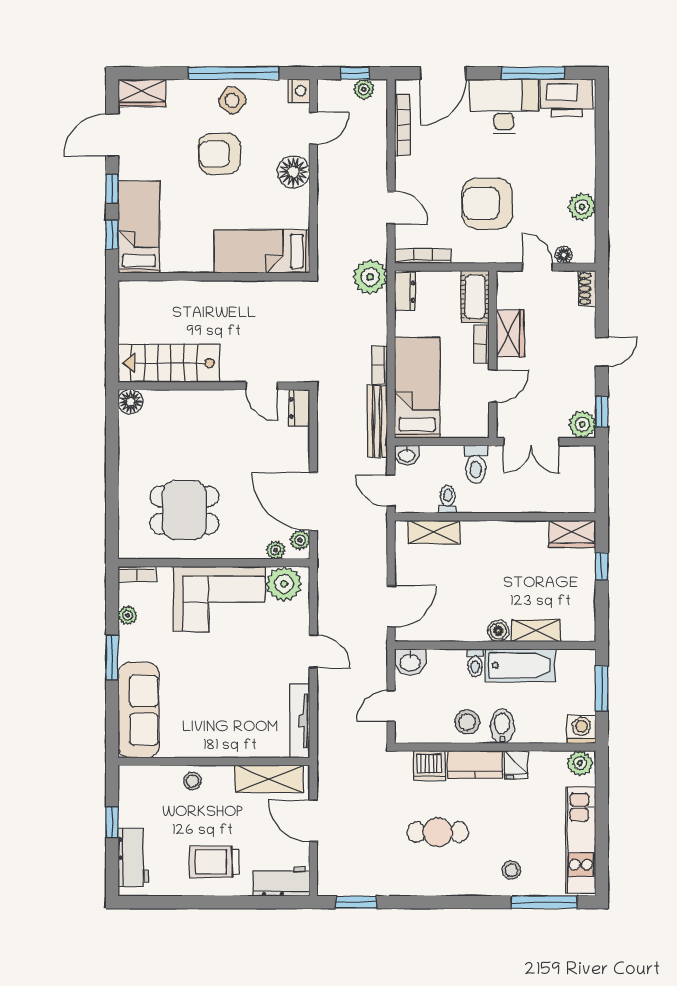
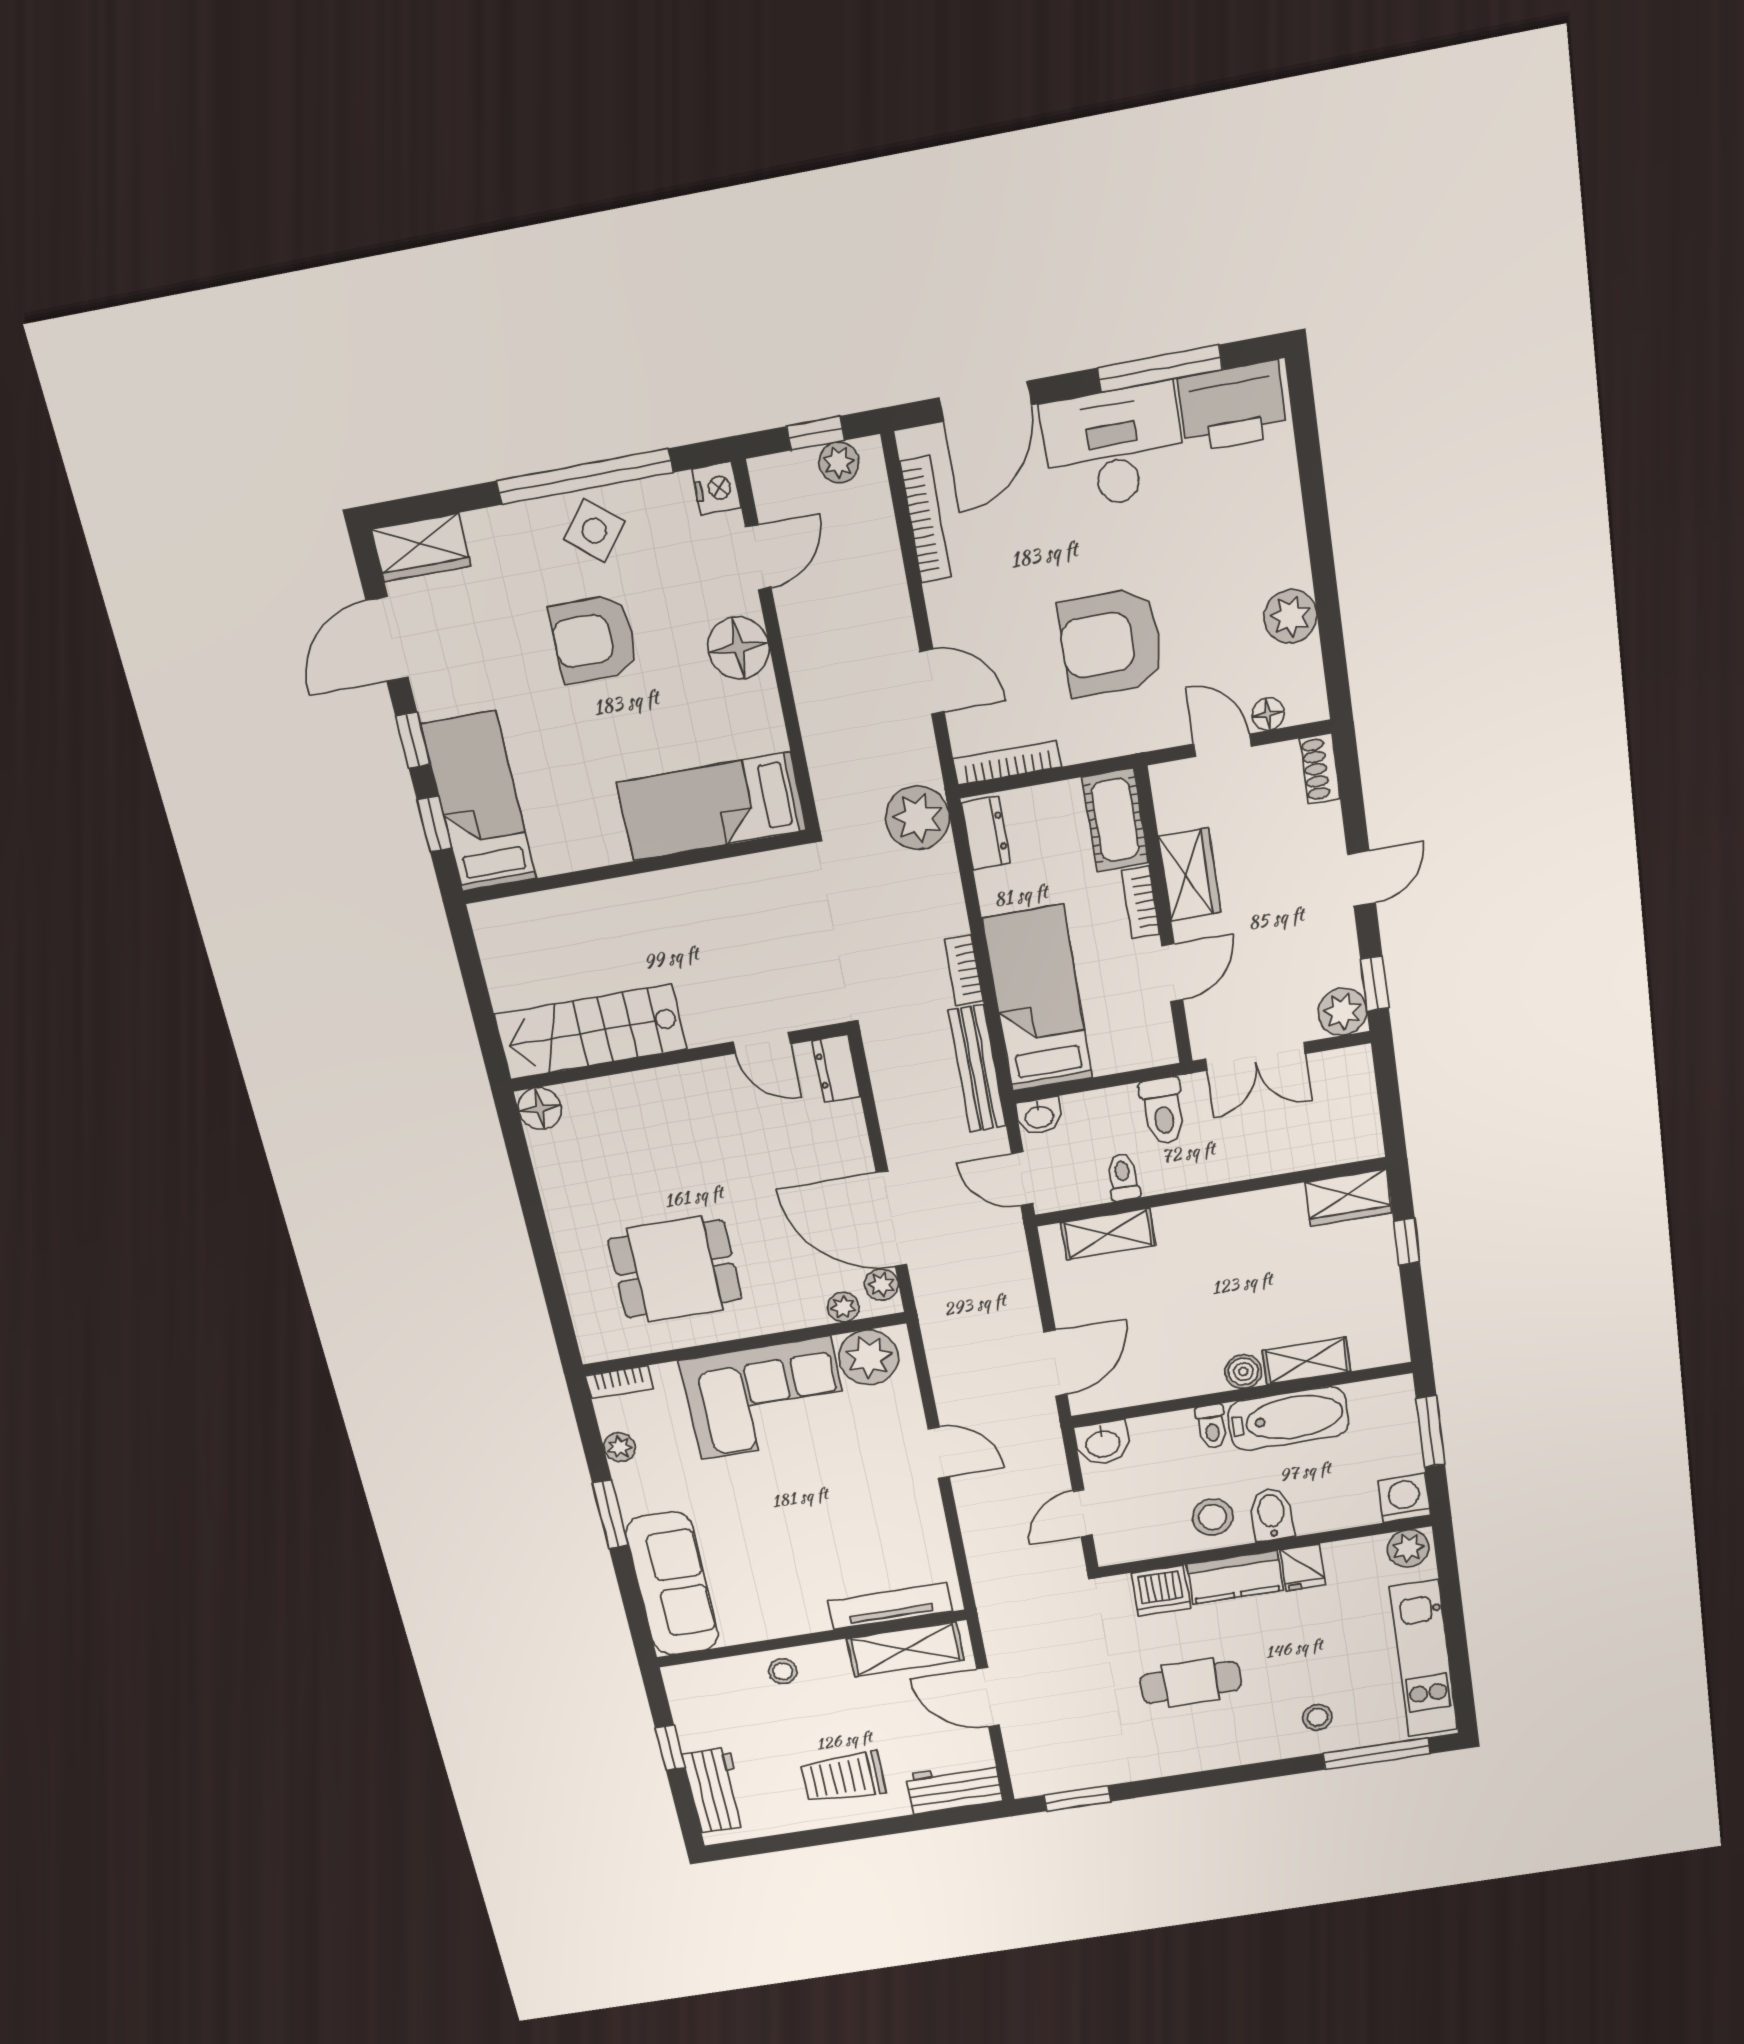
tv unit: (300, 721) -> (890, 1606), moved, turned 90

